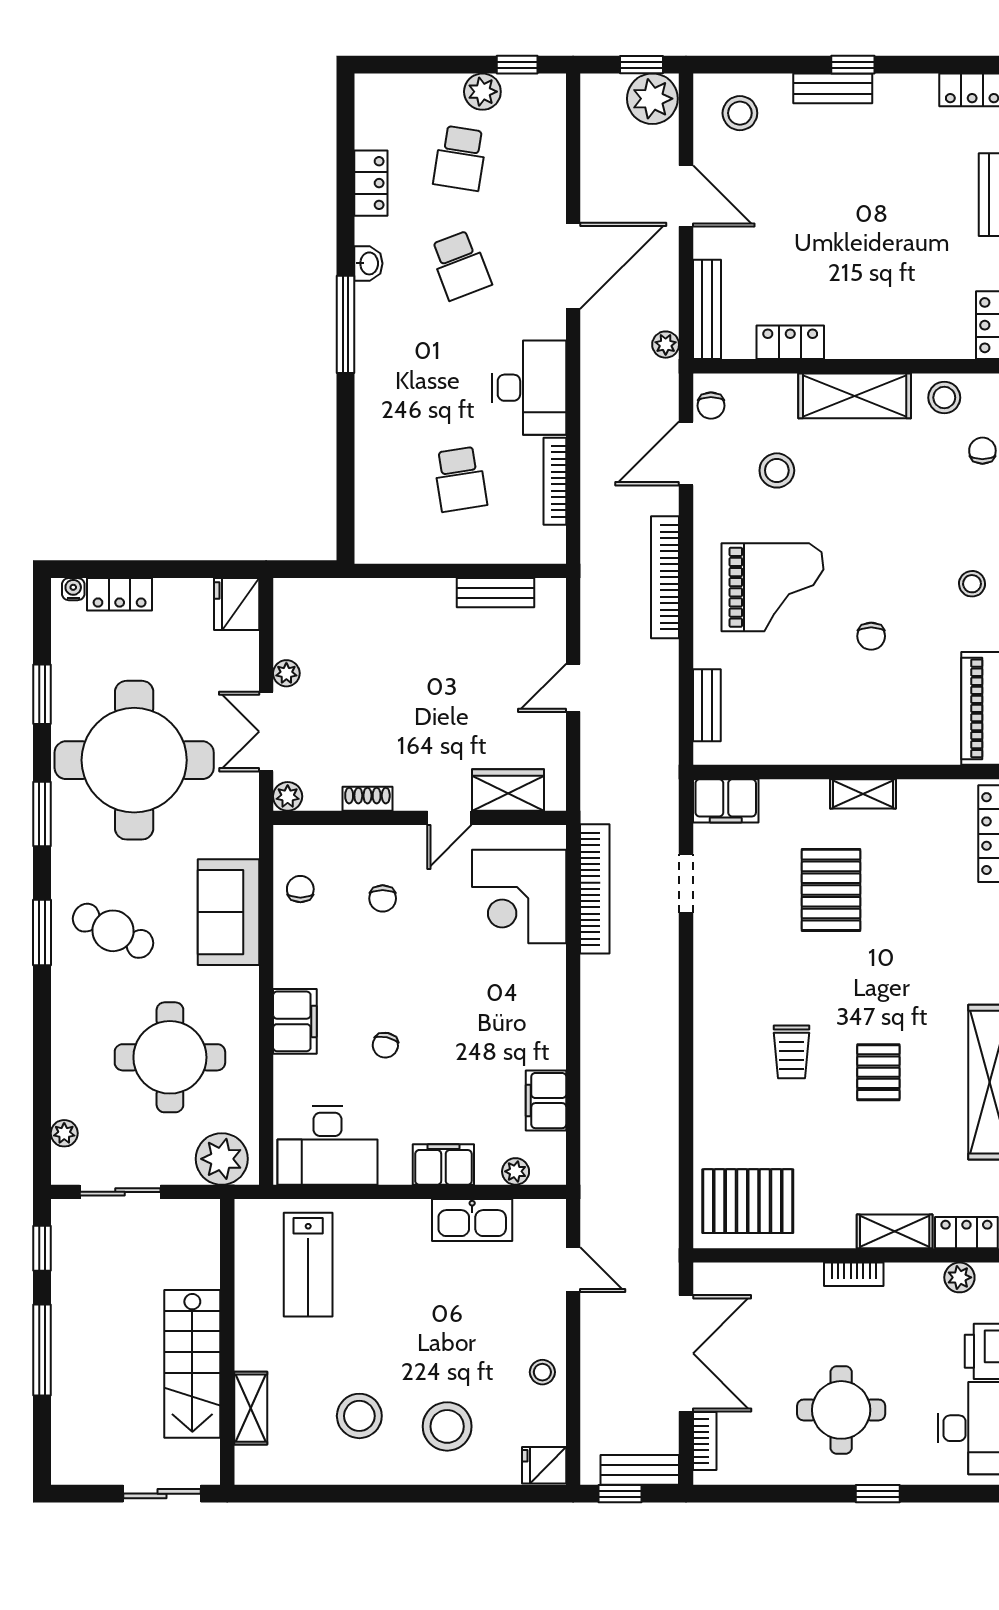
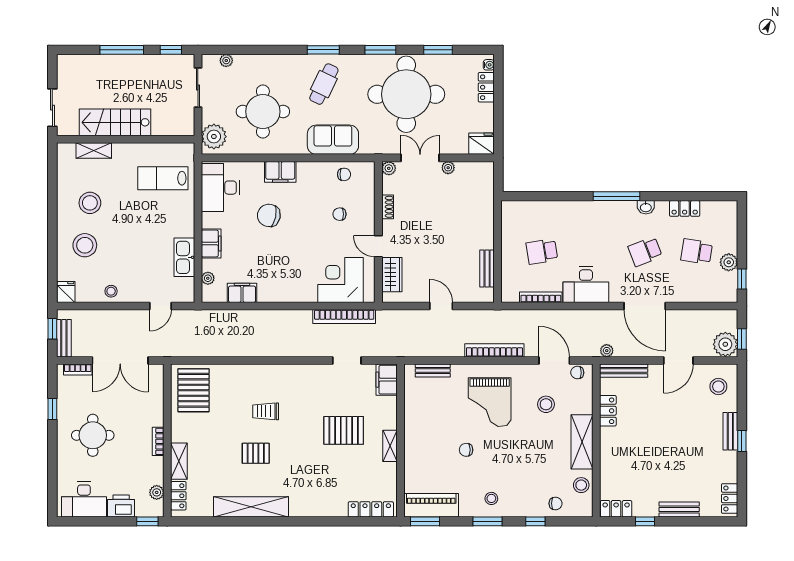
chair: (385, 1045) -> (269, 215), width x1.87, depth x1.87
window: (878, 1494) -> (52, 409), moved

